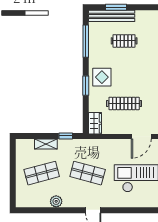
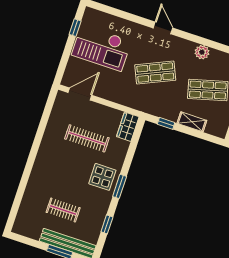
window: (86, 41) -> (107, 224), width x0.46
window: (86, 86) -> (120, 186), moved
shop shelf: (88, 173) -> (155, 73), turned -39

